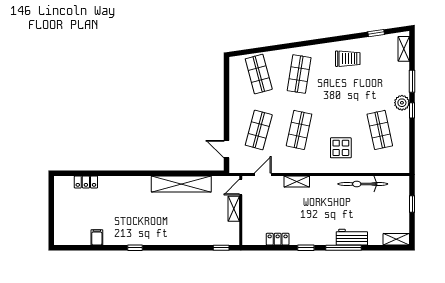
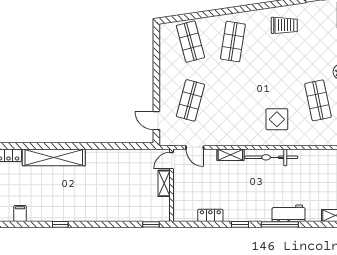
shop shelf: (299, 130) -> (233, 100), removed
door: (263, 175) -> (195, 147), swing flipped
shelving: (181, 184) -> (54, 157), moved
bicycle: (363, 184) -> (271, 157), moved

